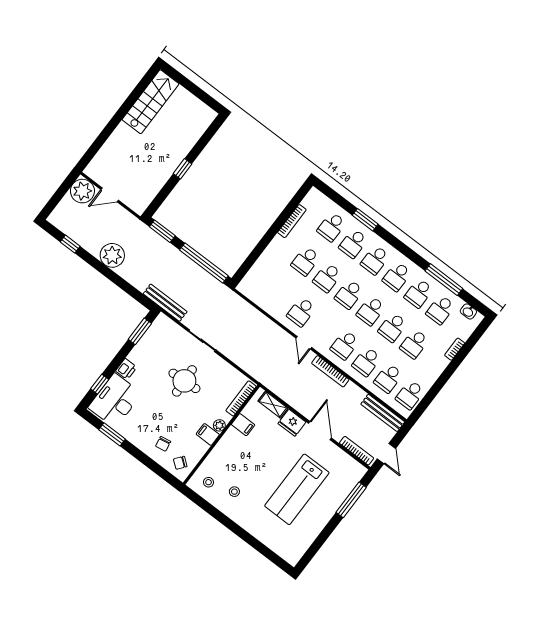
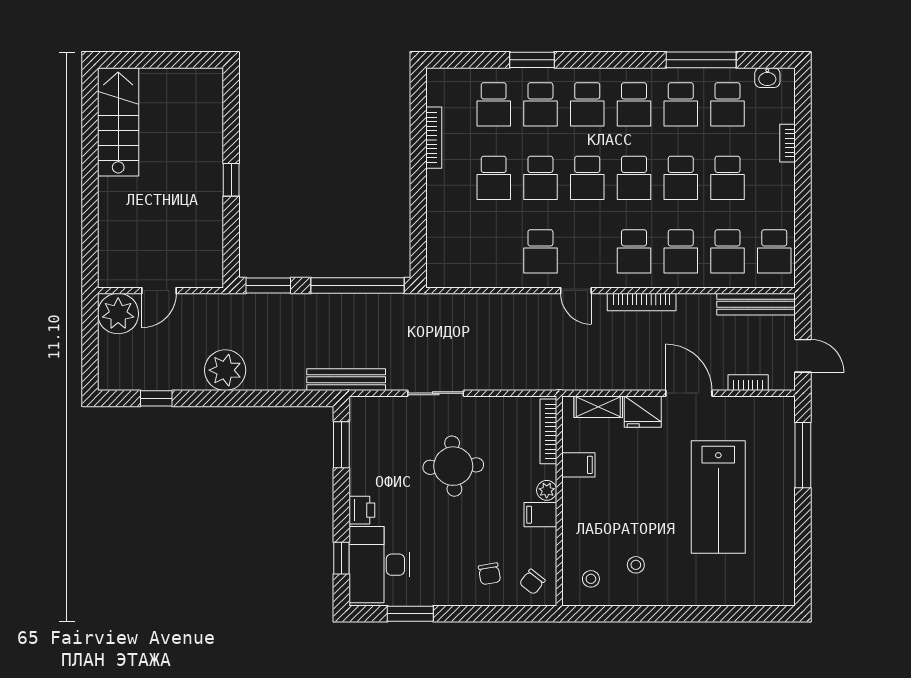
bookcase: (357, 451) -> (748, 383), width x0.64

